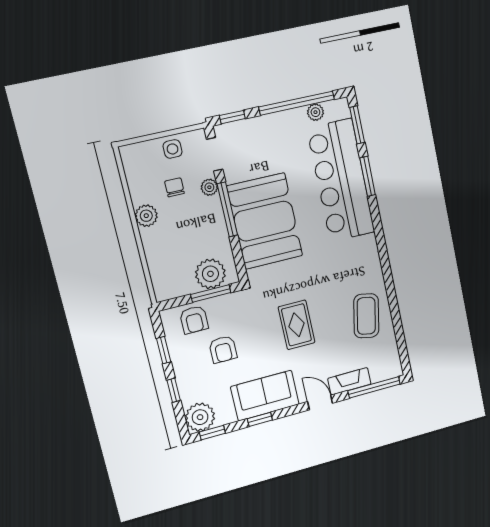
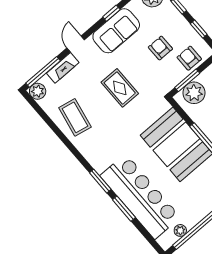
window: (357, 125) -> (100, 181), moved
plant: (392, 368) -> (38, 91), added
door: (320, 402) -> (76, 44), swing flipped

